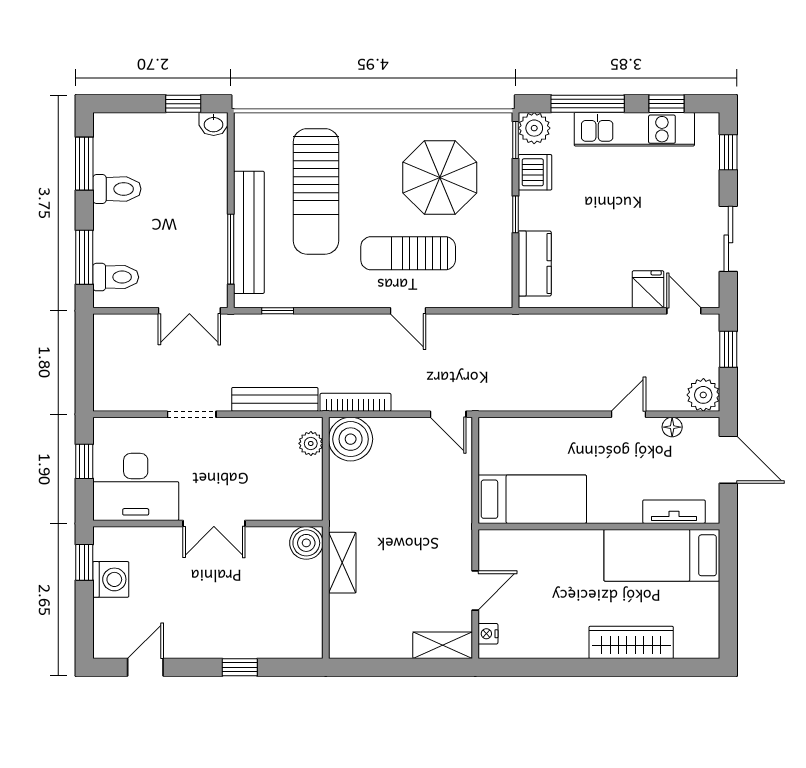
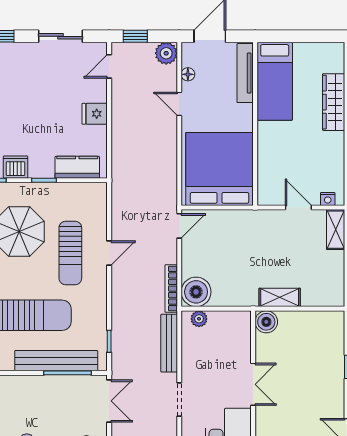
fridge: (648, 289) -> (95, 114), moved
bed: (532, 499) -> (219, 169), width x2.04
tv unit: (674, 512) -> (245, 73), width x1.41

